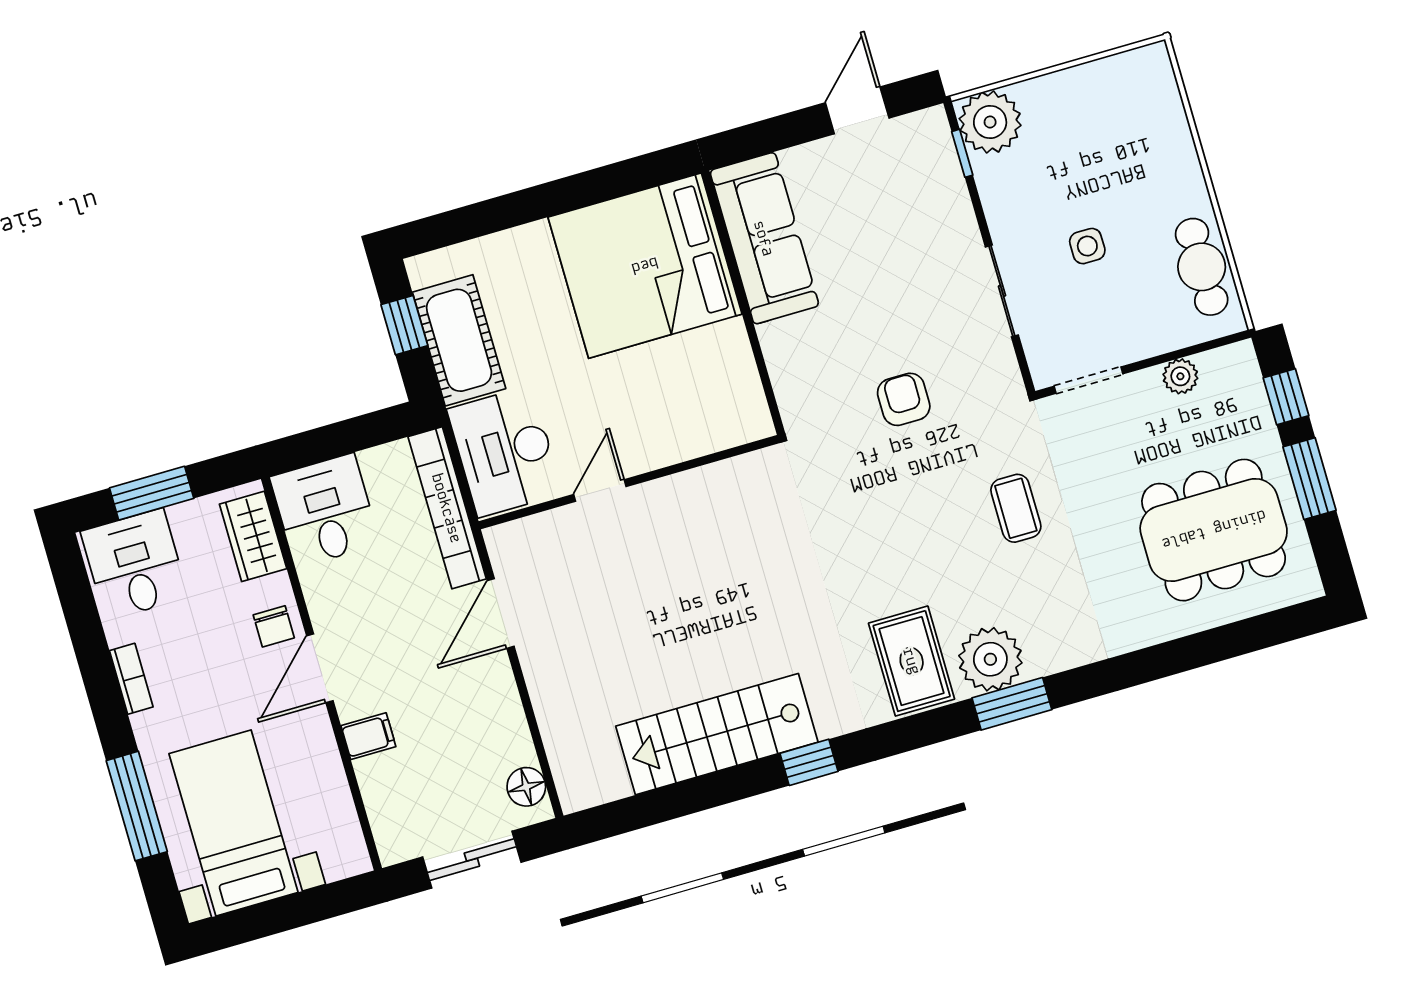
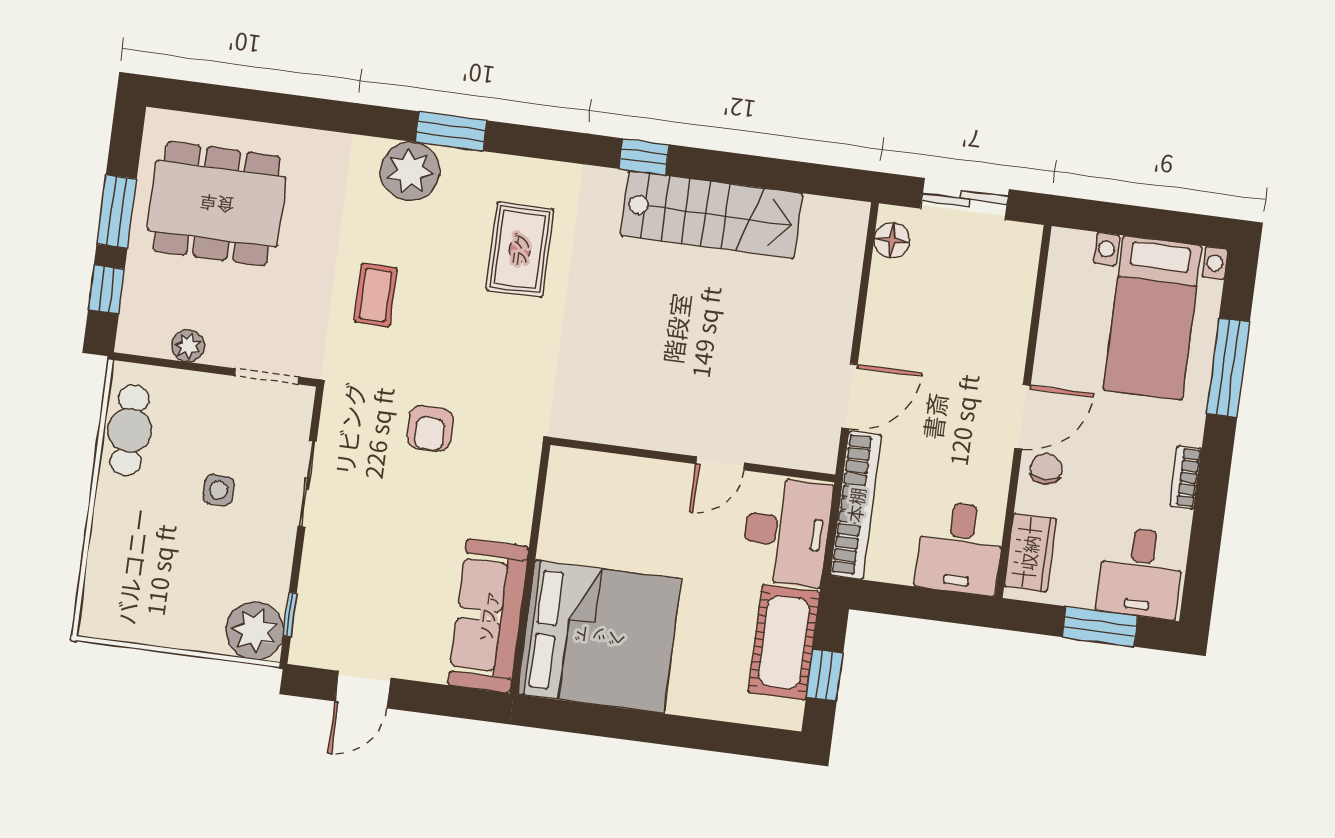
plant: (990, 659) -> (410, 171), moved
rug: (912, 661) -> (520, 250), moved
filing cabinet: (368, 736) -> (1007, 341), removed

